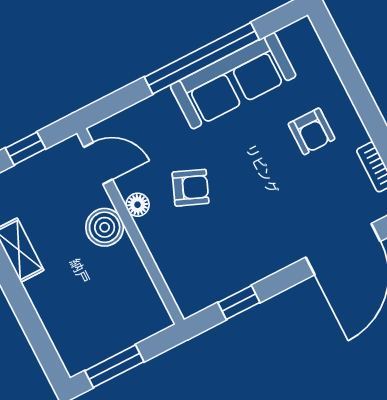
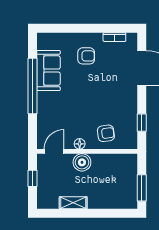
sofa: (233, 81) -> (48, 71), width x0.73
armchair: (191, 188) -> (106, 133), moved, turned 60

